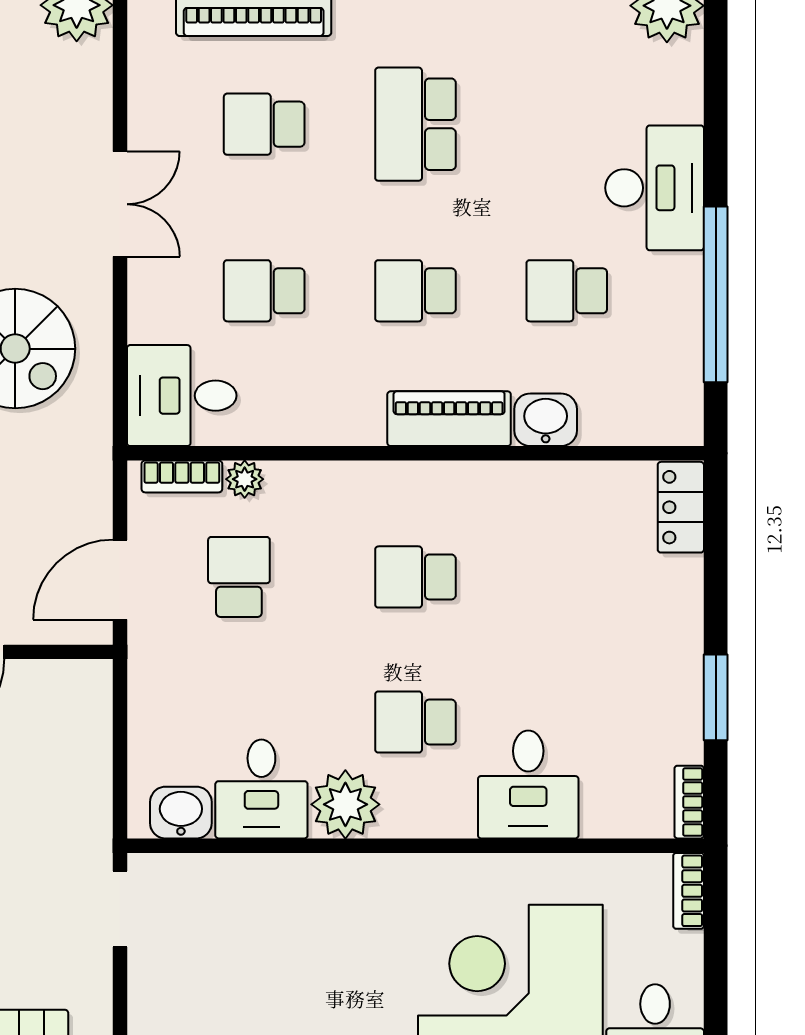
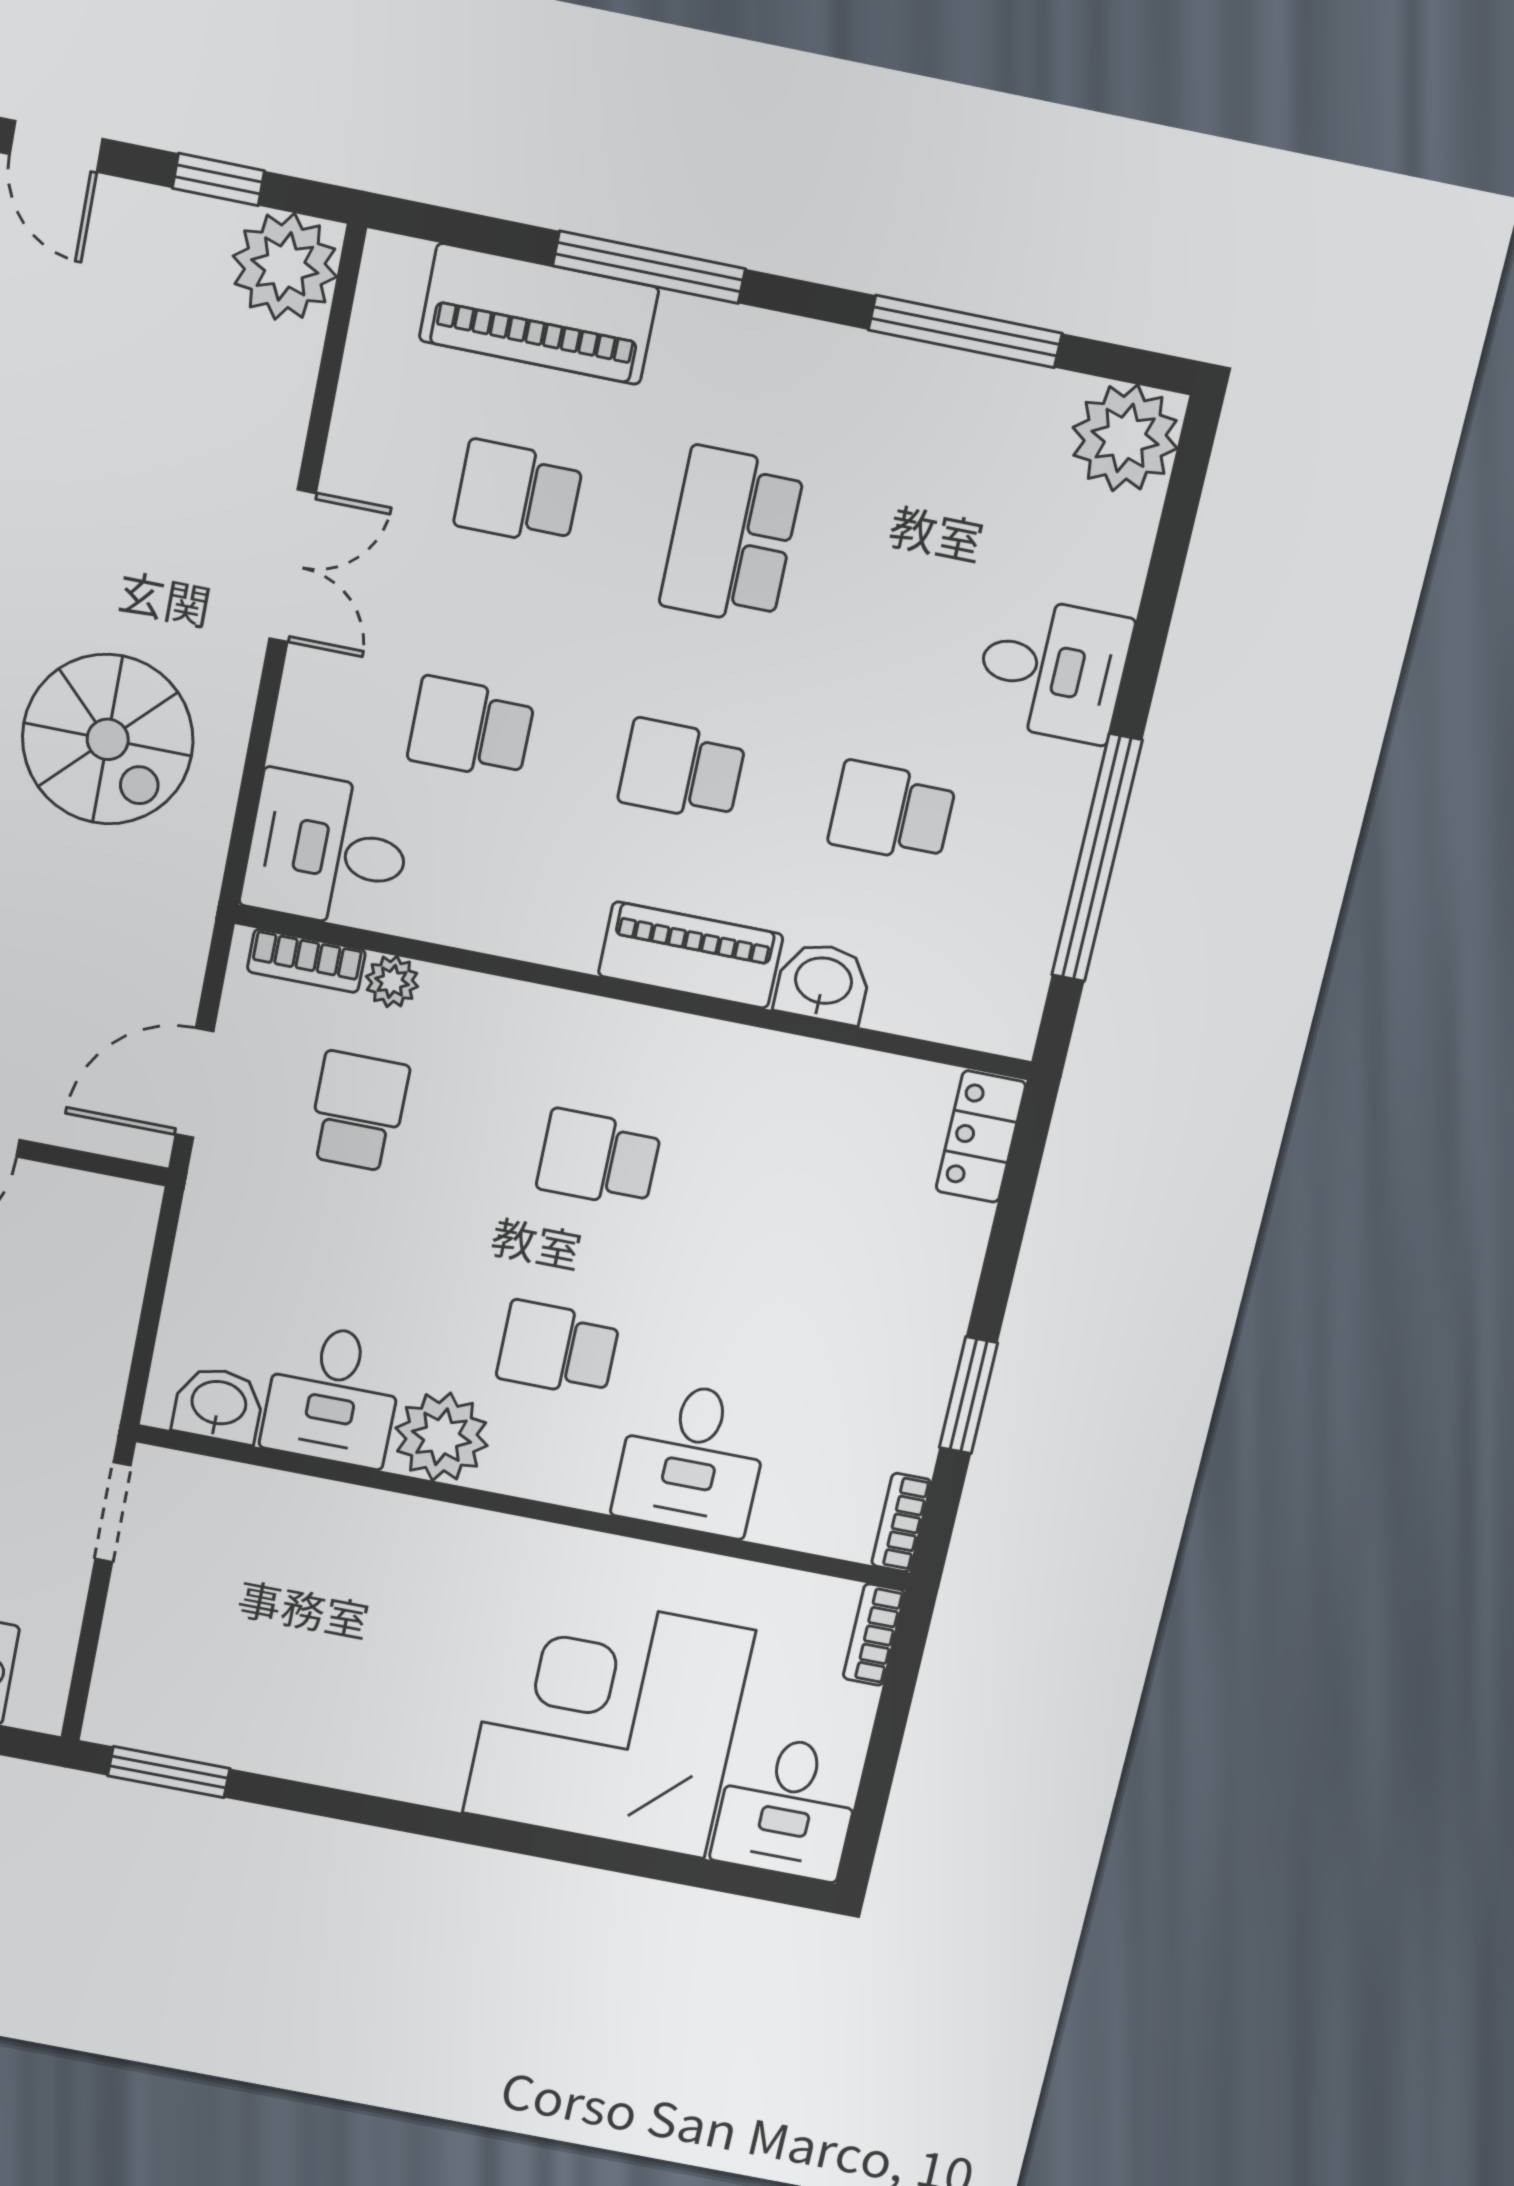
desk: (655, 188) -> (1053, 670), width x0.73

